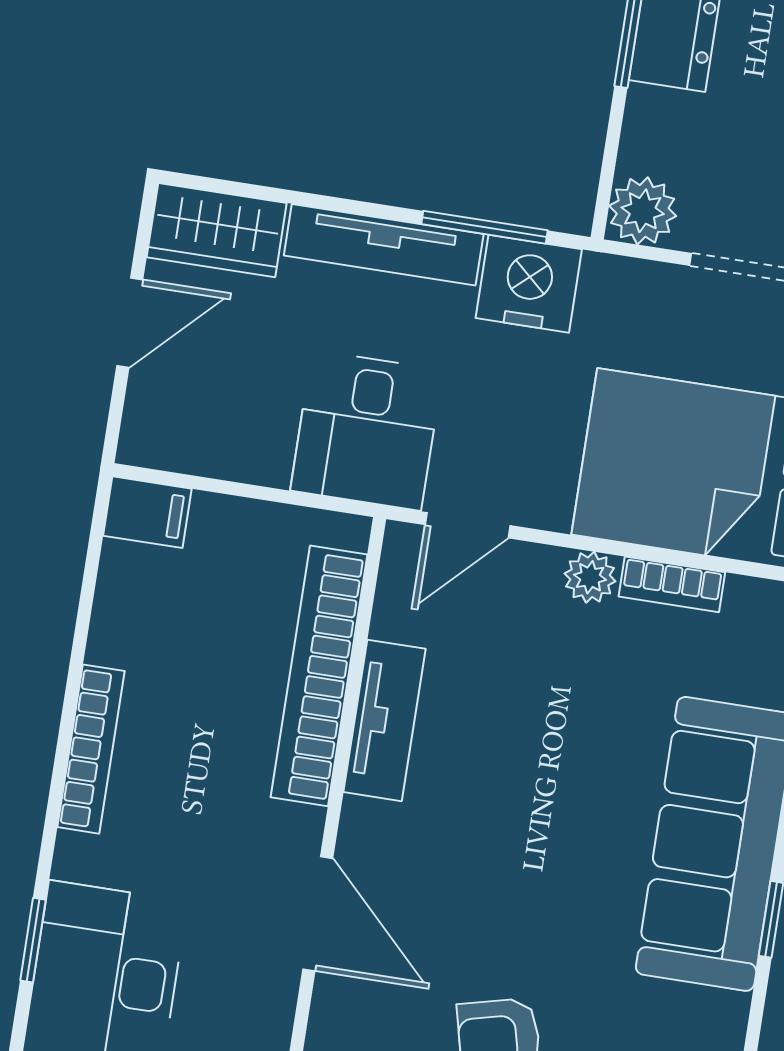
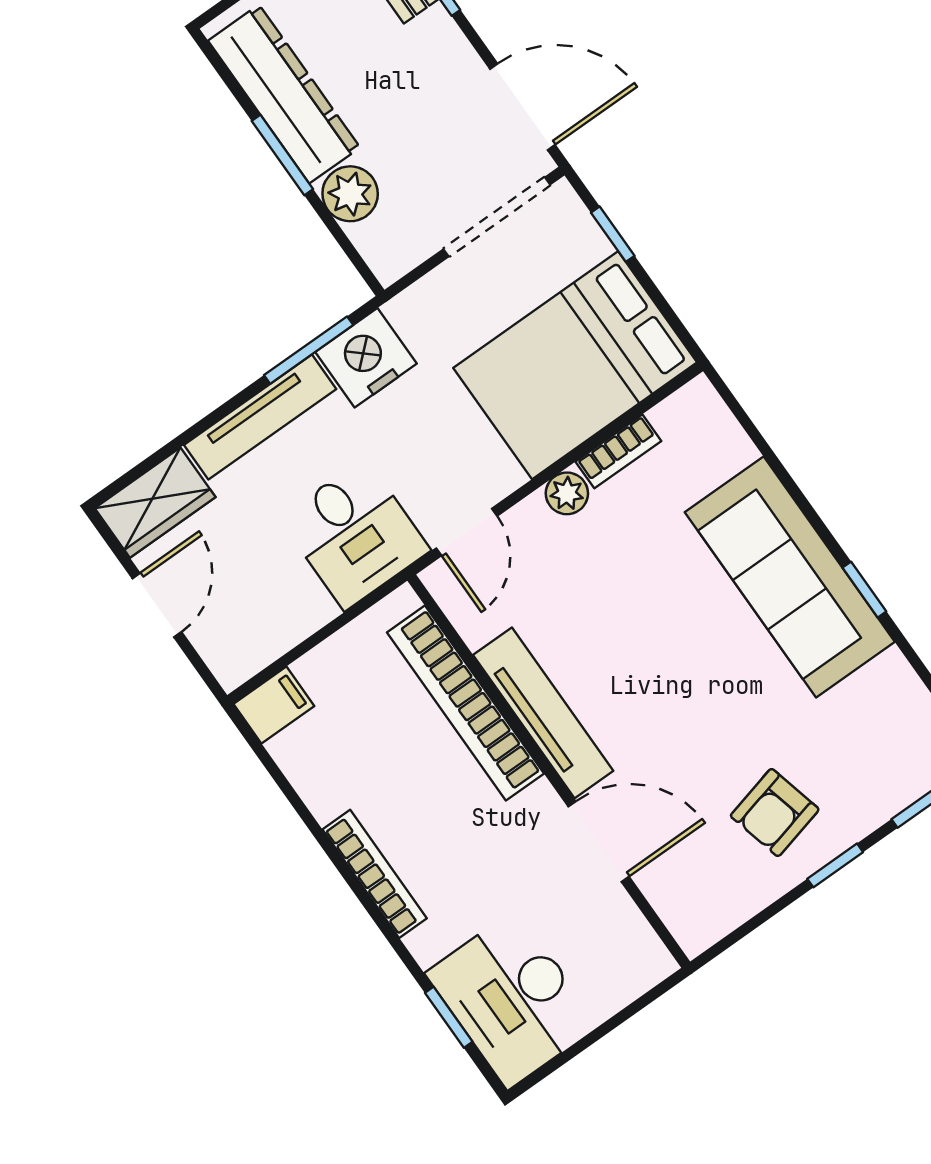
plant: (643, 211) -> (350, 194), moved
tv unit: (385, 720) -> (543, 713), width x1.41

